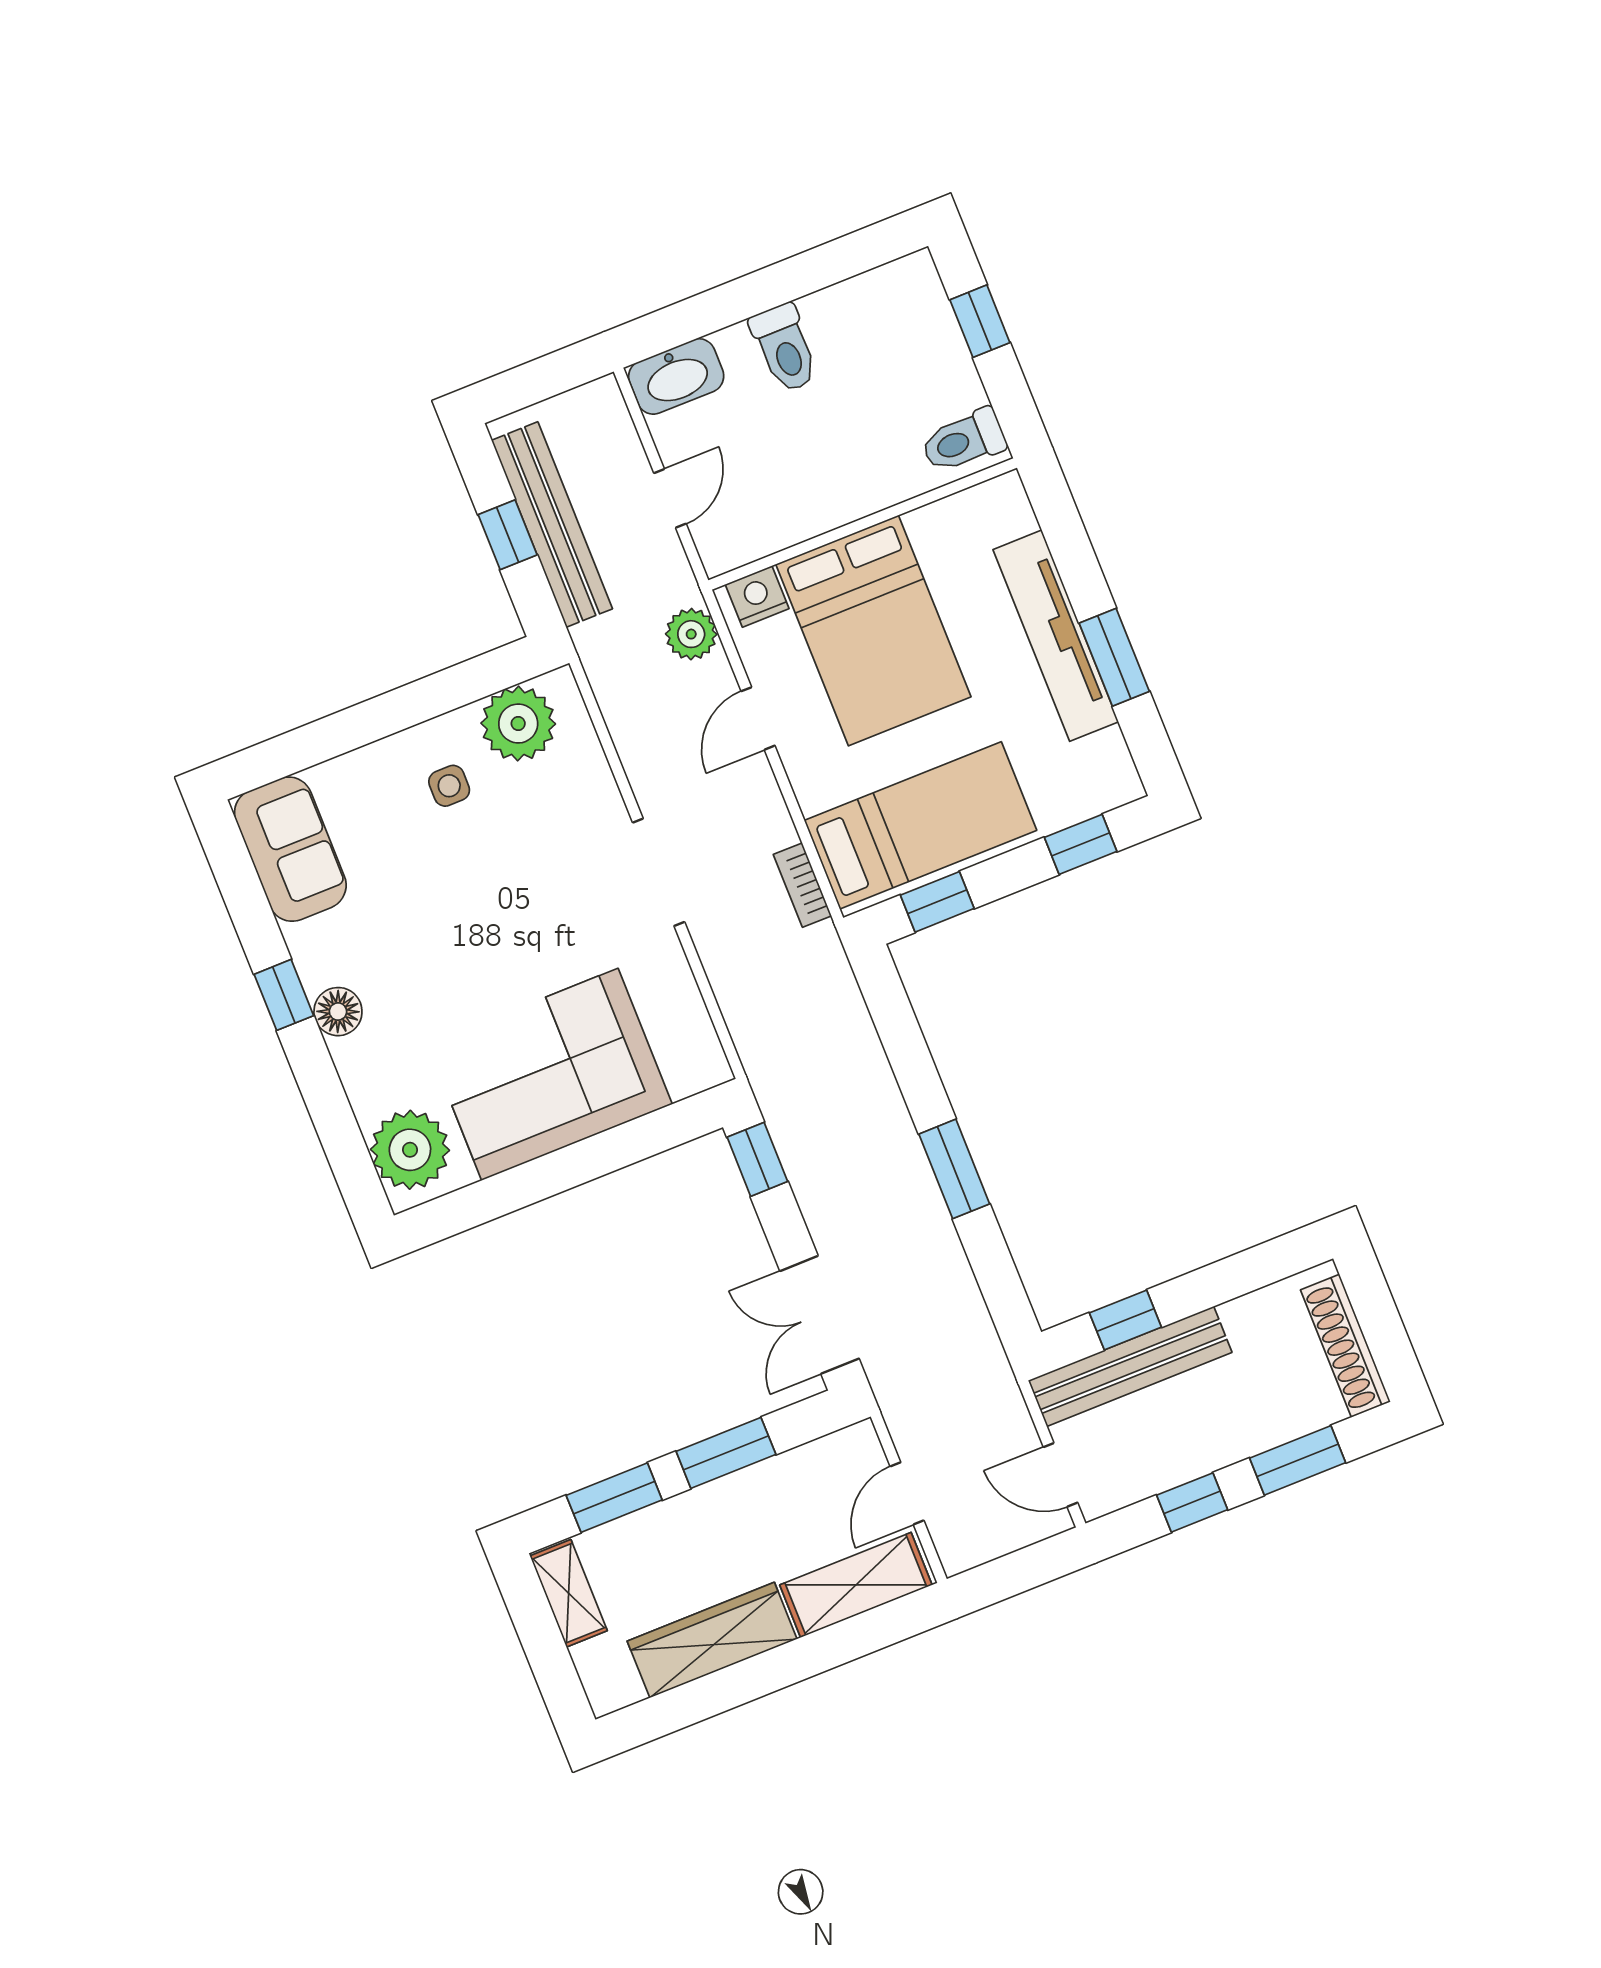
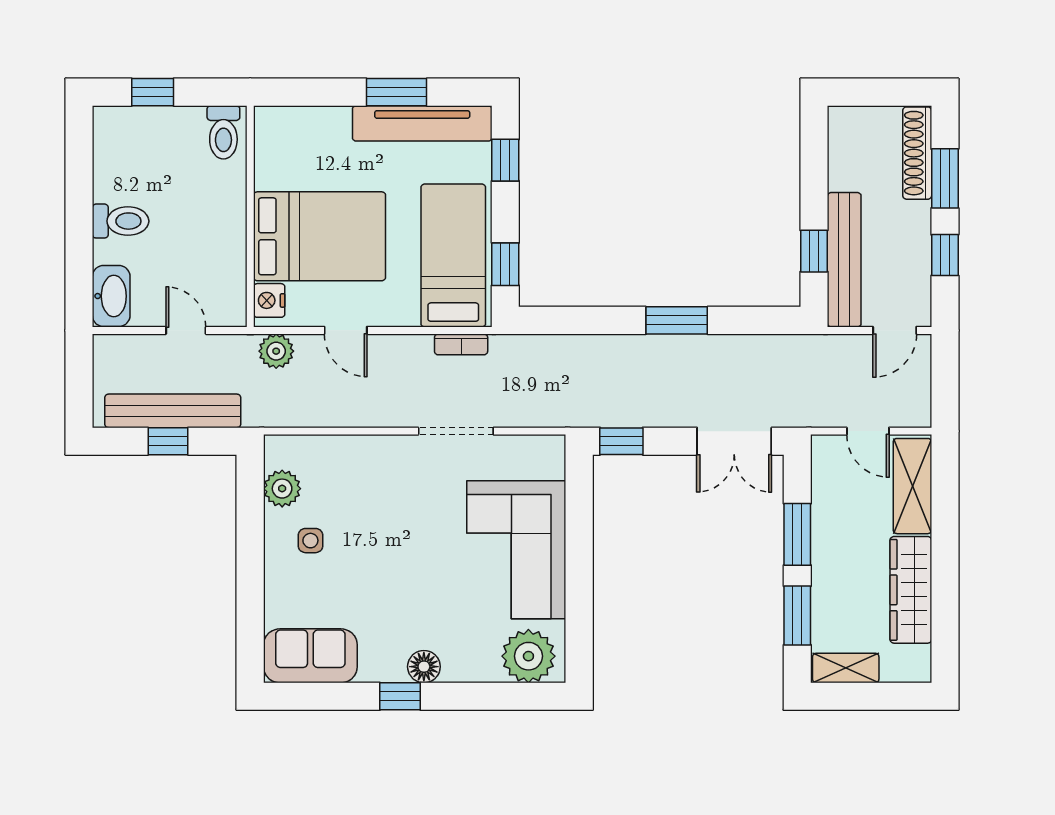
tv unit: (1056, 636) -> (422, 123), moved
plant: (518, 724) -> (282, 489), width x0.73, depth x0.73
doorway: (659, 872) -> (456, 431), moved
shoe rack: (1345, 1346) -> (917, 153), moved, turned 90

